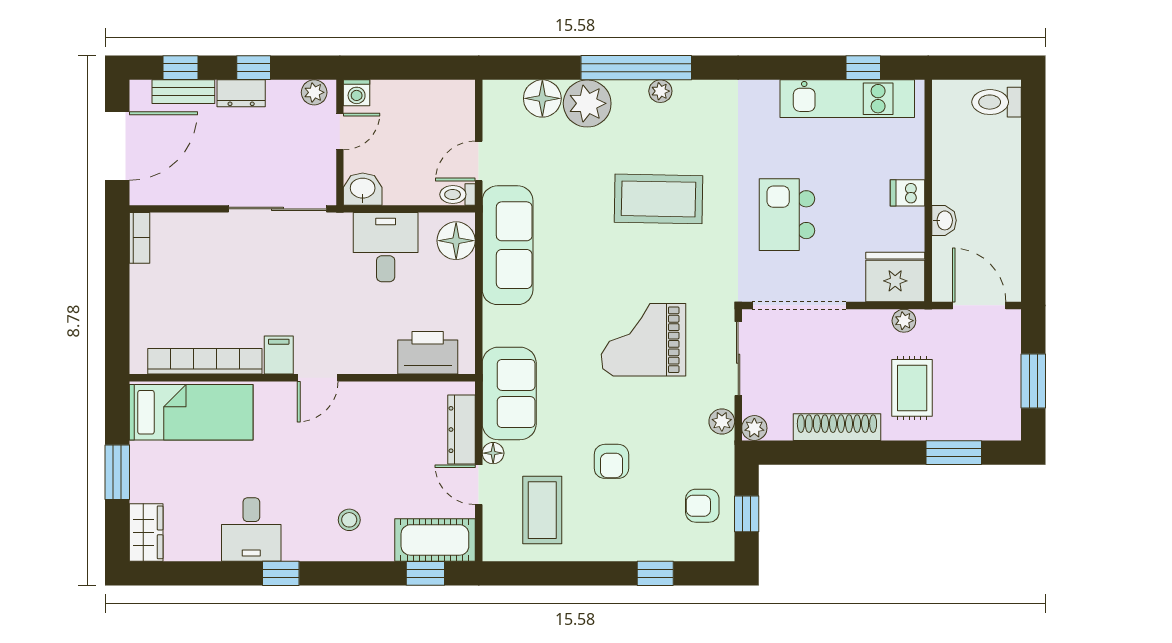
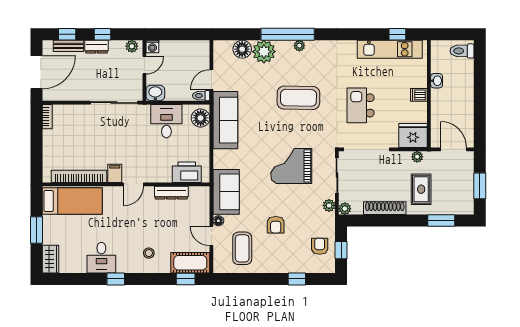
washbasin: (944, 220) -> (437, 81), moved
dresser: (462, 430) -> (171, 193), moved, turned -90
armchair: (702, 506) -> (320, 246), turned 90

